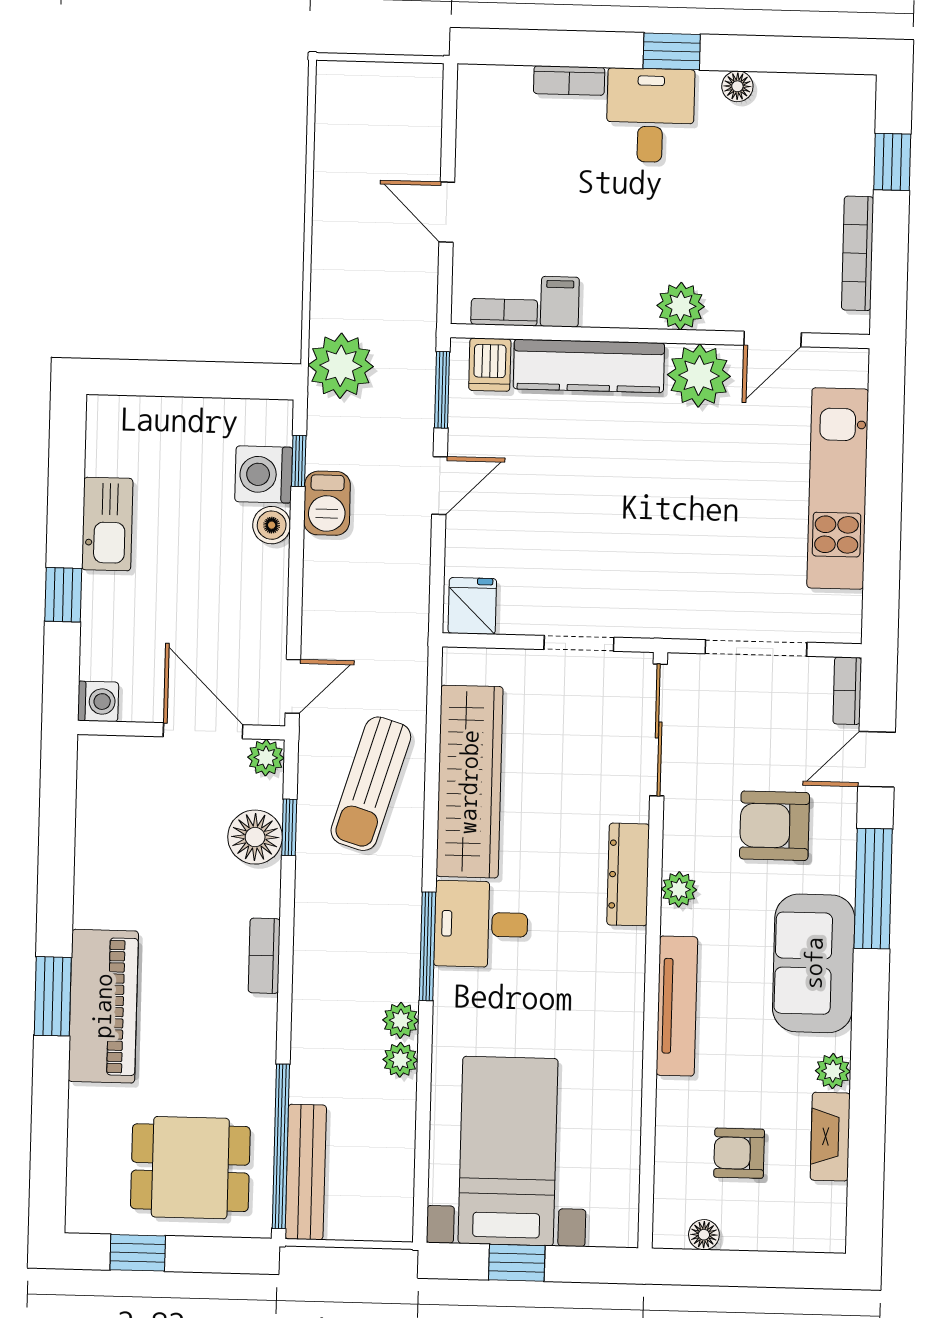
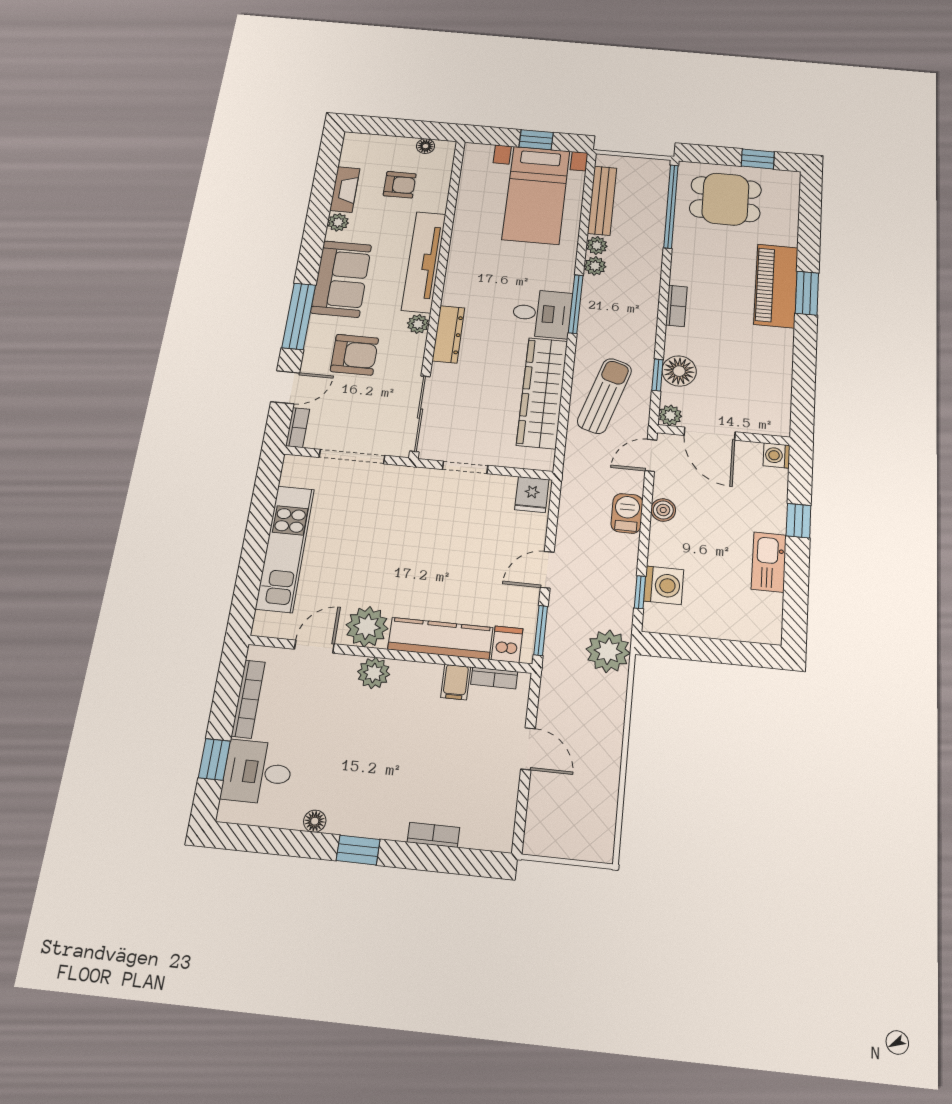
desk: (650, 115) -> (257, 772), moved, turned 90
barbecue: (327, 503) -> (627, 513), moved
boiler: (272, 525) -> (663, 510), moved
tv unit: (677, 1006) -> (424, 262), width x1.36, depth x1.29
bench: (306, 1172) -> (602, 201), moved

